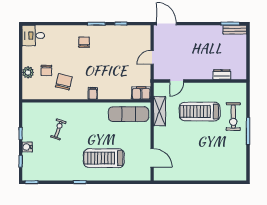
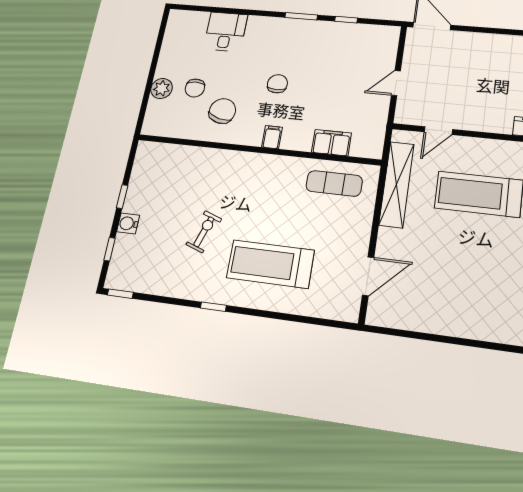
desk: (33, 36) -> (226, 32), moved, turned 90
chair: (84, 42) -> (277, 84), moved
filing cabinet: (141, 93) -> (331, 143), moved
shelving: (160, 111) -> (397, 184), width x1.47
exercise mat: (129, 114) -> (334, 183), width x0.73, depth x0.69
exercise bike: (58, 129) -> (204, 232), moved
door: (152, 158) -> (368, 276), hinge flipped

